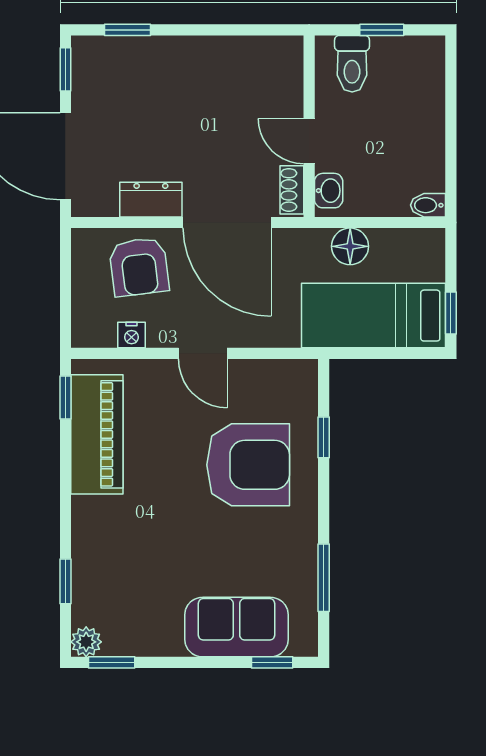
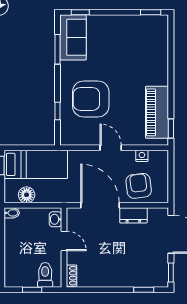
shoe rack: (292, 190) -> (72, 276), moved
floor lamp: (350, 246) -> (27, 195), moved
window: (65, 581) -> (171, 48), removed
sofa: (237, 627) -> (73, 37), moved, turned -90
plant: (86, 642) -> (162, 21), removed

